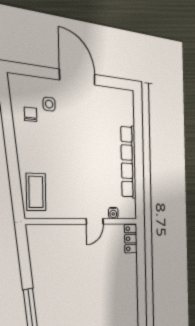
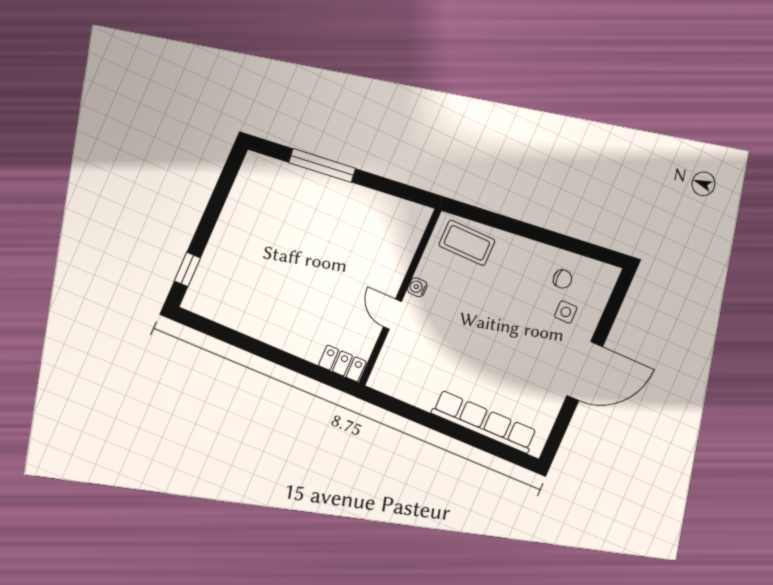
row of seats: (128, 162) -> (484, 422), moved
water cooler: (113, 213) -> (417, 287), moved

